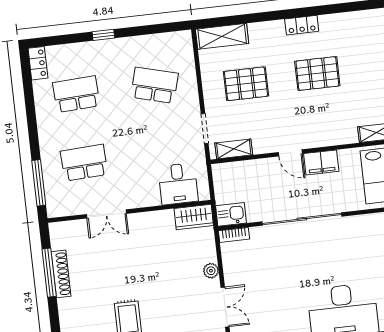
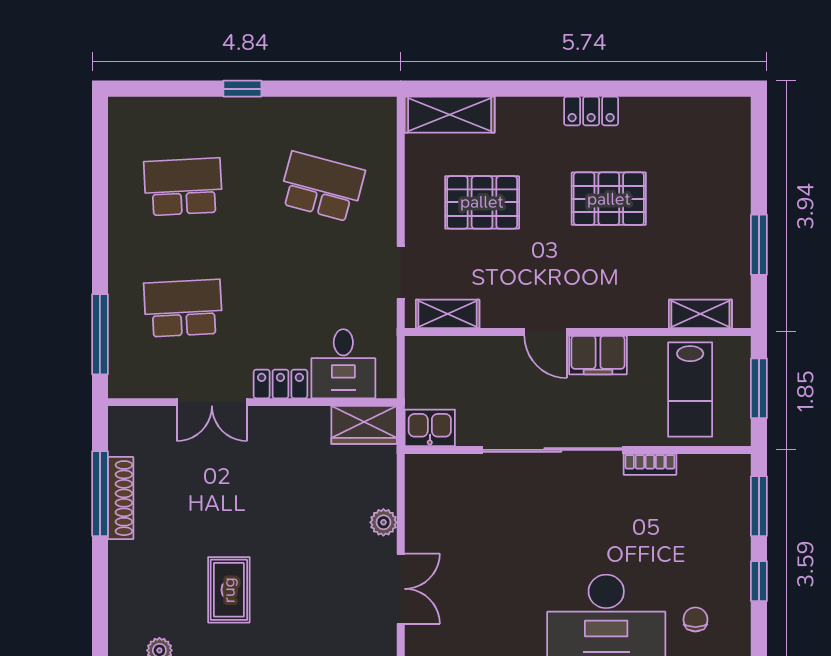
locker: (38, 63) -> (280, 384), moved, turned -90
bookcase: (234, 235) -> (650, 464), moved

